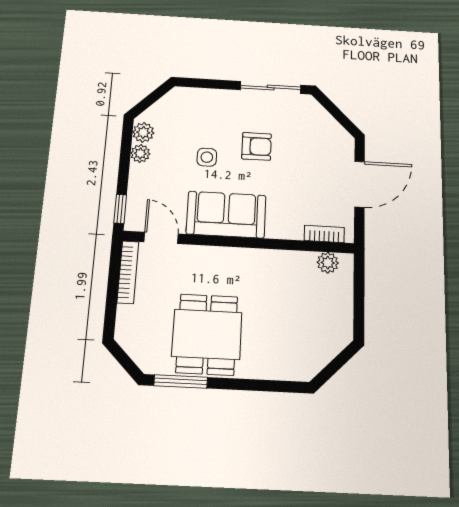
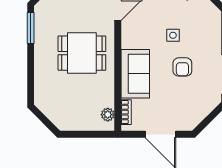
sofa: (226, 215) -> (135, 74), moved
dining table: (207, 334) -> (82, 53), moved

